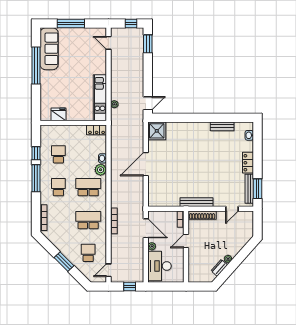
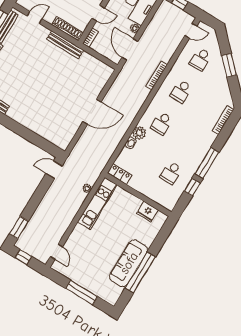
sofa: (49, 49) -> (129, 263), moved
shower: (157, 131) -> (62, 138), removed
school desk: (58, 187) -> (191, 141), removed
school desk: (88, 187) -> (162, 123), width x0.54
school desk: (88, 220) -> (181, 91), width x0.54

